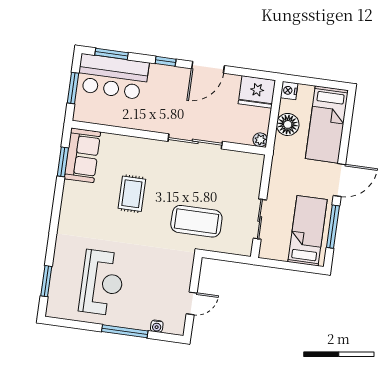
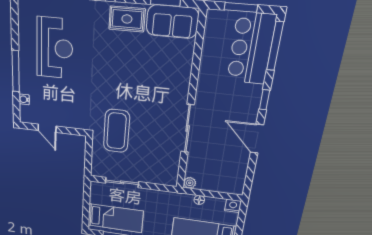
window: (112, 54) -> (275, 46), width x1.44
fridge: (257, 92) -> (232, 180), removed
floor lamp: (288, 124) -> (199, 200), width x0.53, depth x0.53
rug: (132, 194) -> (127, 19), moved
reception desk: (102, 283) -> (55, 48), turned -90

